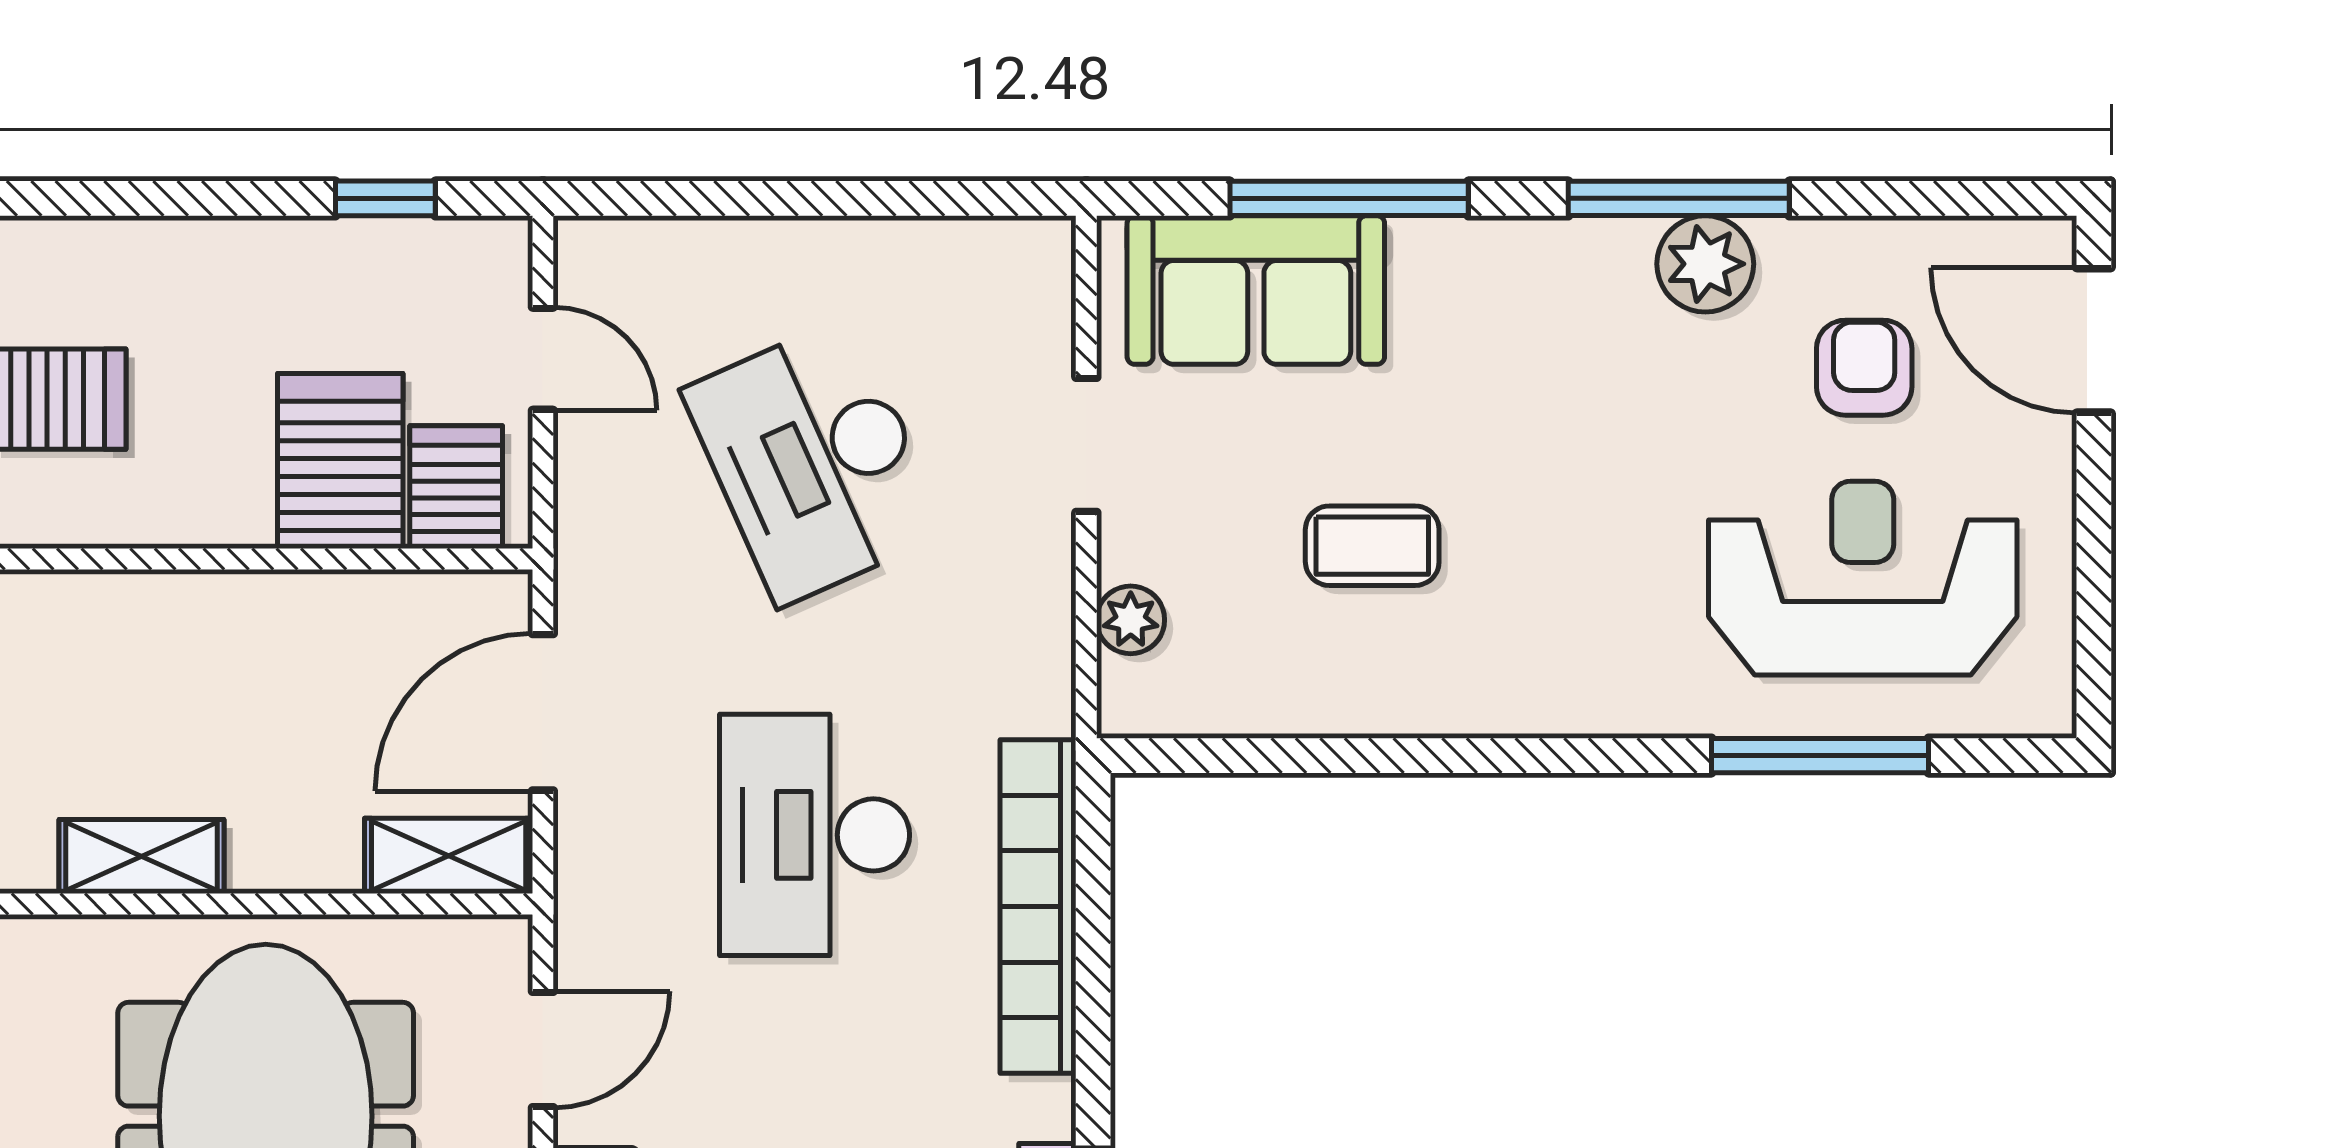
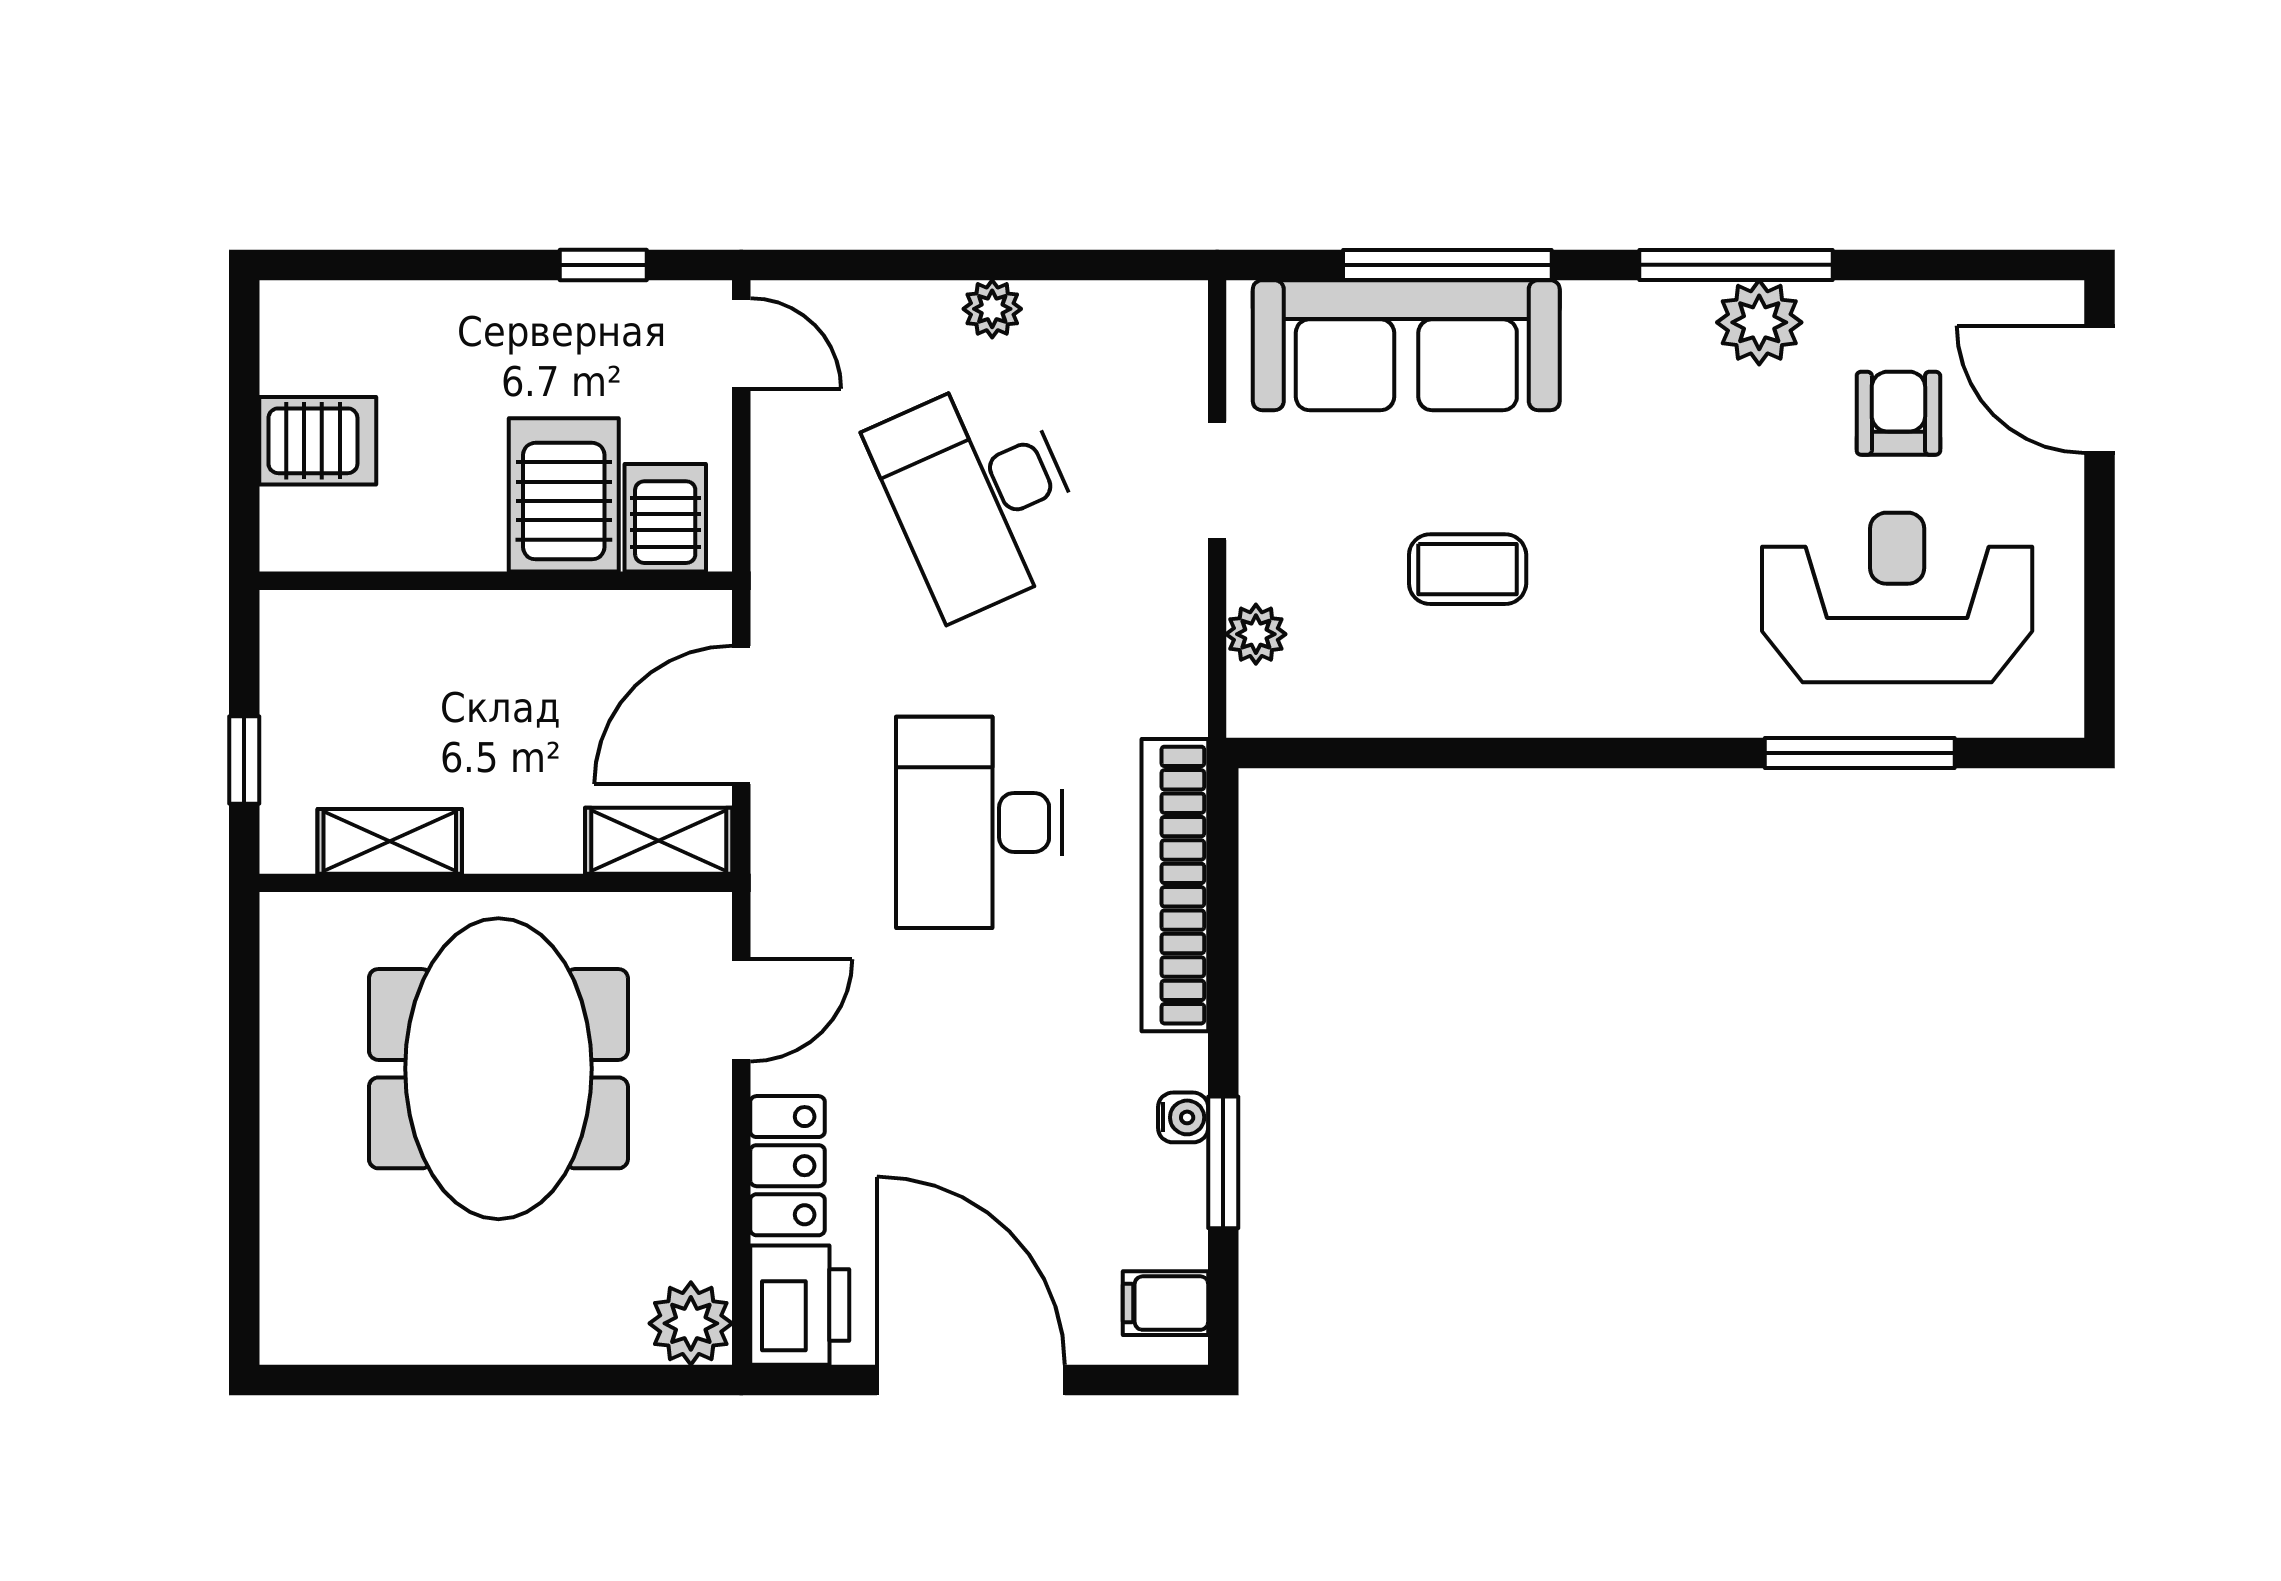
plant: (829, 249) -> (992, 309), added
sofa: (1256, 290) -> (1406, 345), width x1.36
door: (543, 359) -> (741, 343), moved

